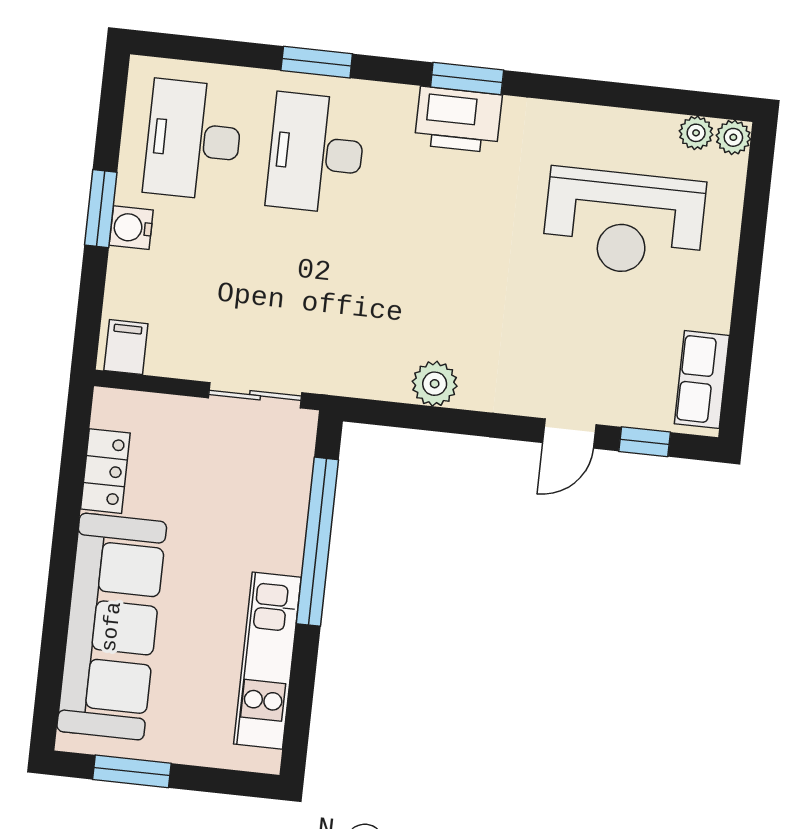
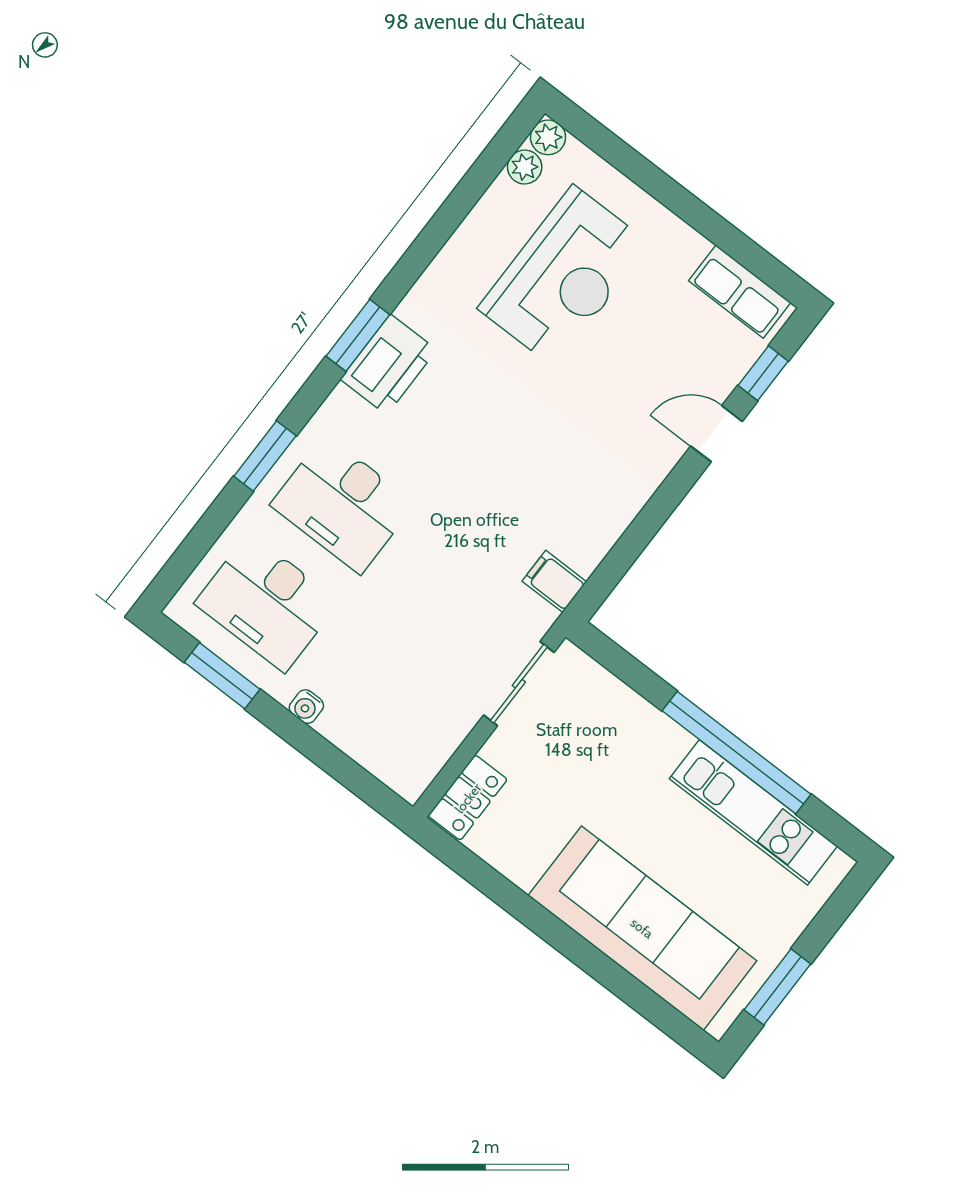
window: (101, 209) -> (222, 676), moved
water cooler: (131, 228) -> (306, 707), width x0.72, depth x0.72
filing cabinet: (126, 347) -> (554, 581), moved
plant: (435, 384) -> (603, 523), removed
door: (569, 434) -> (717, 434), swing flipped
locker: (105, 471) -> (468, 798), moved, turned 90
window: (317, 542) -> (736, 753), moved

